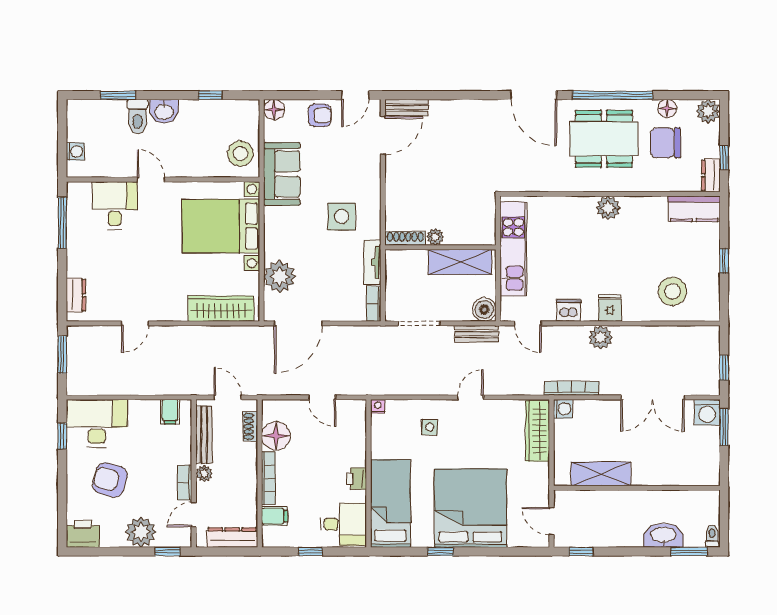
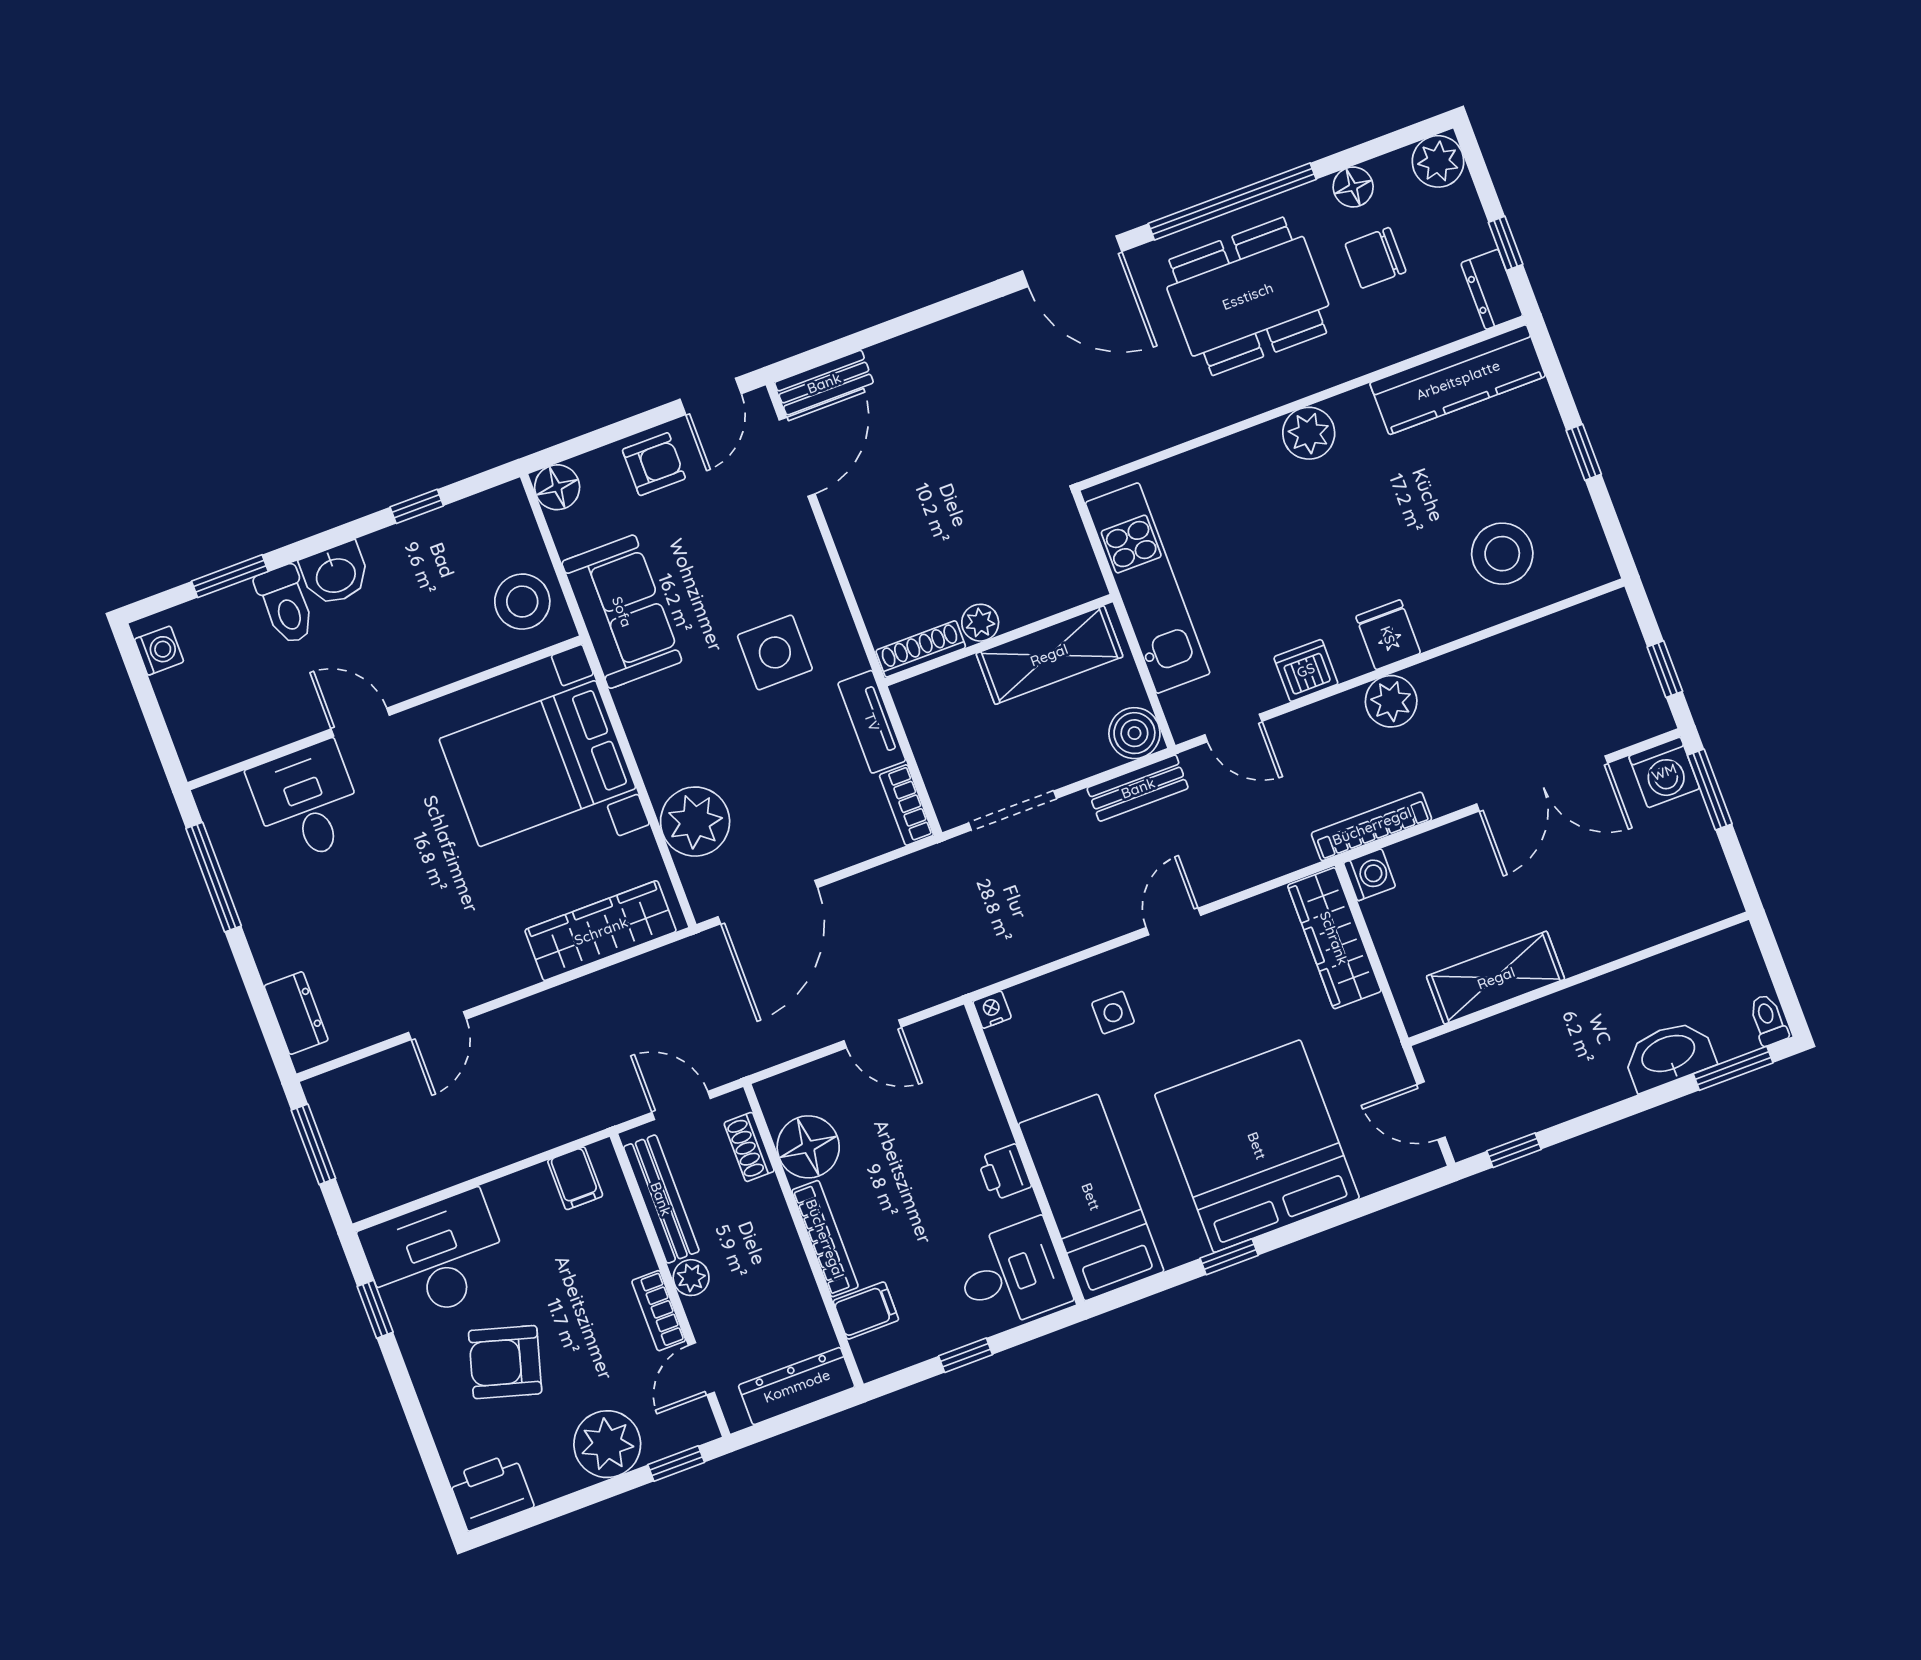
chair: (665, 143) -> (1376, 258), width x0.73, depth x0.73
washing machine: (75, 151) -> (159, 651), moved
kitchen counter: (694, 209) -> (1458, 380), width x1.50

